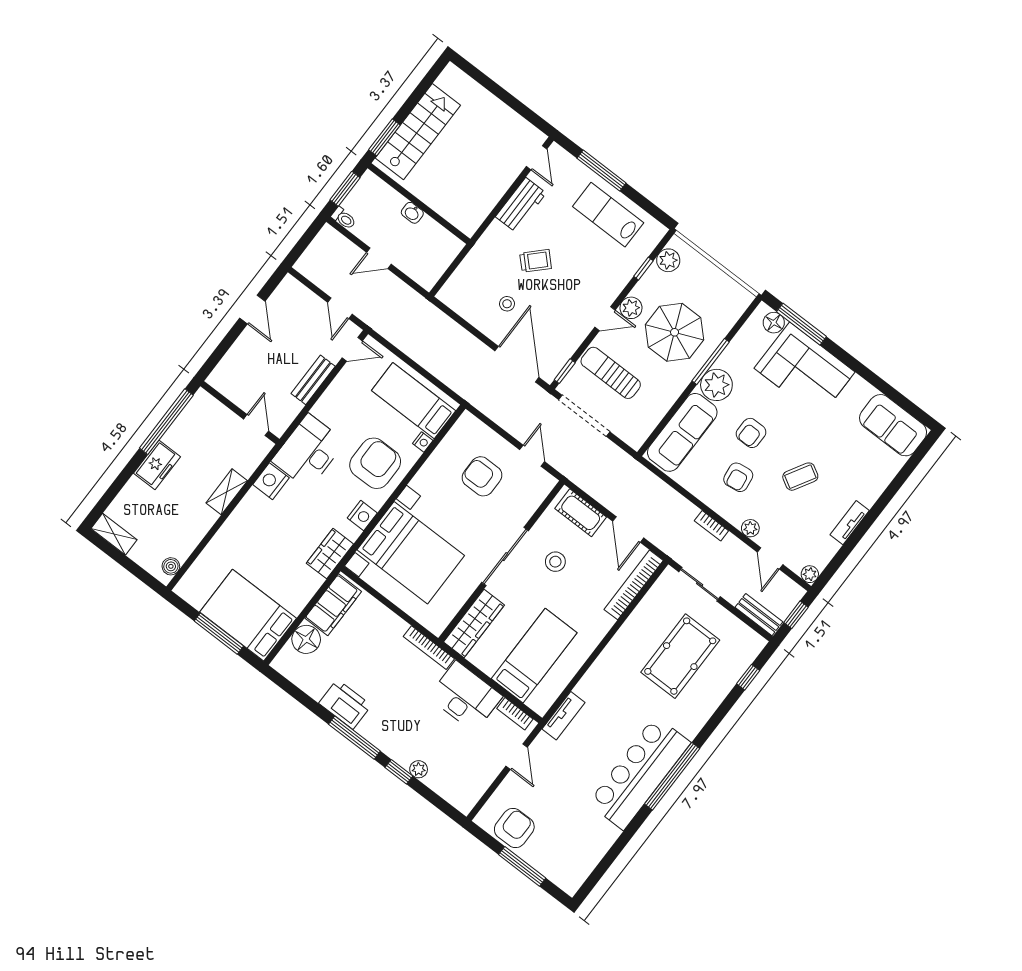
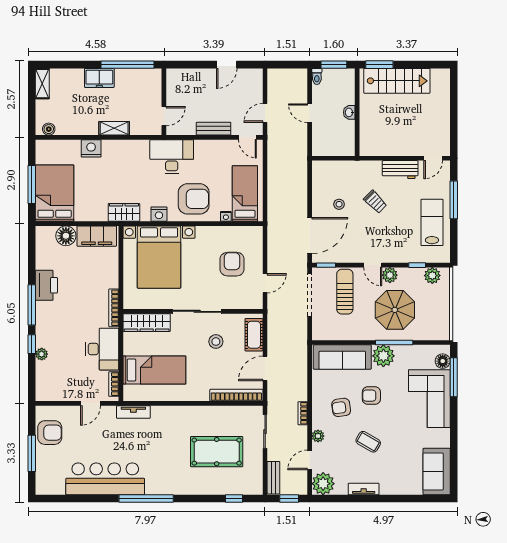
nightstand: (271, 481) -> (91, 148), moved
plant: (810, 574) -> (323, 484), width x1.88, depth x1.88
bar counter: (639, 773) -> (105, 479), moved

